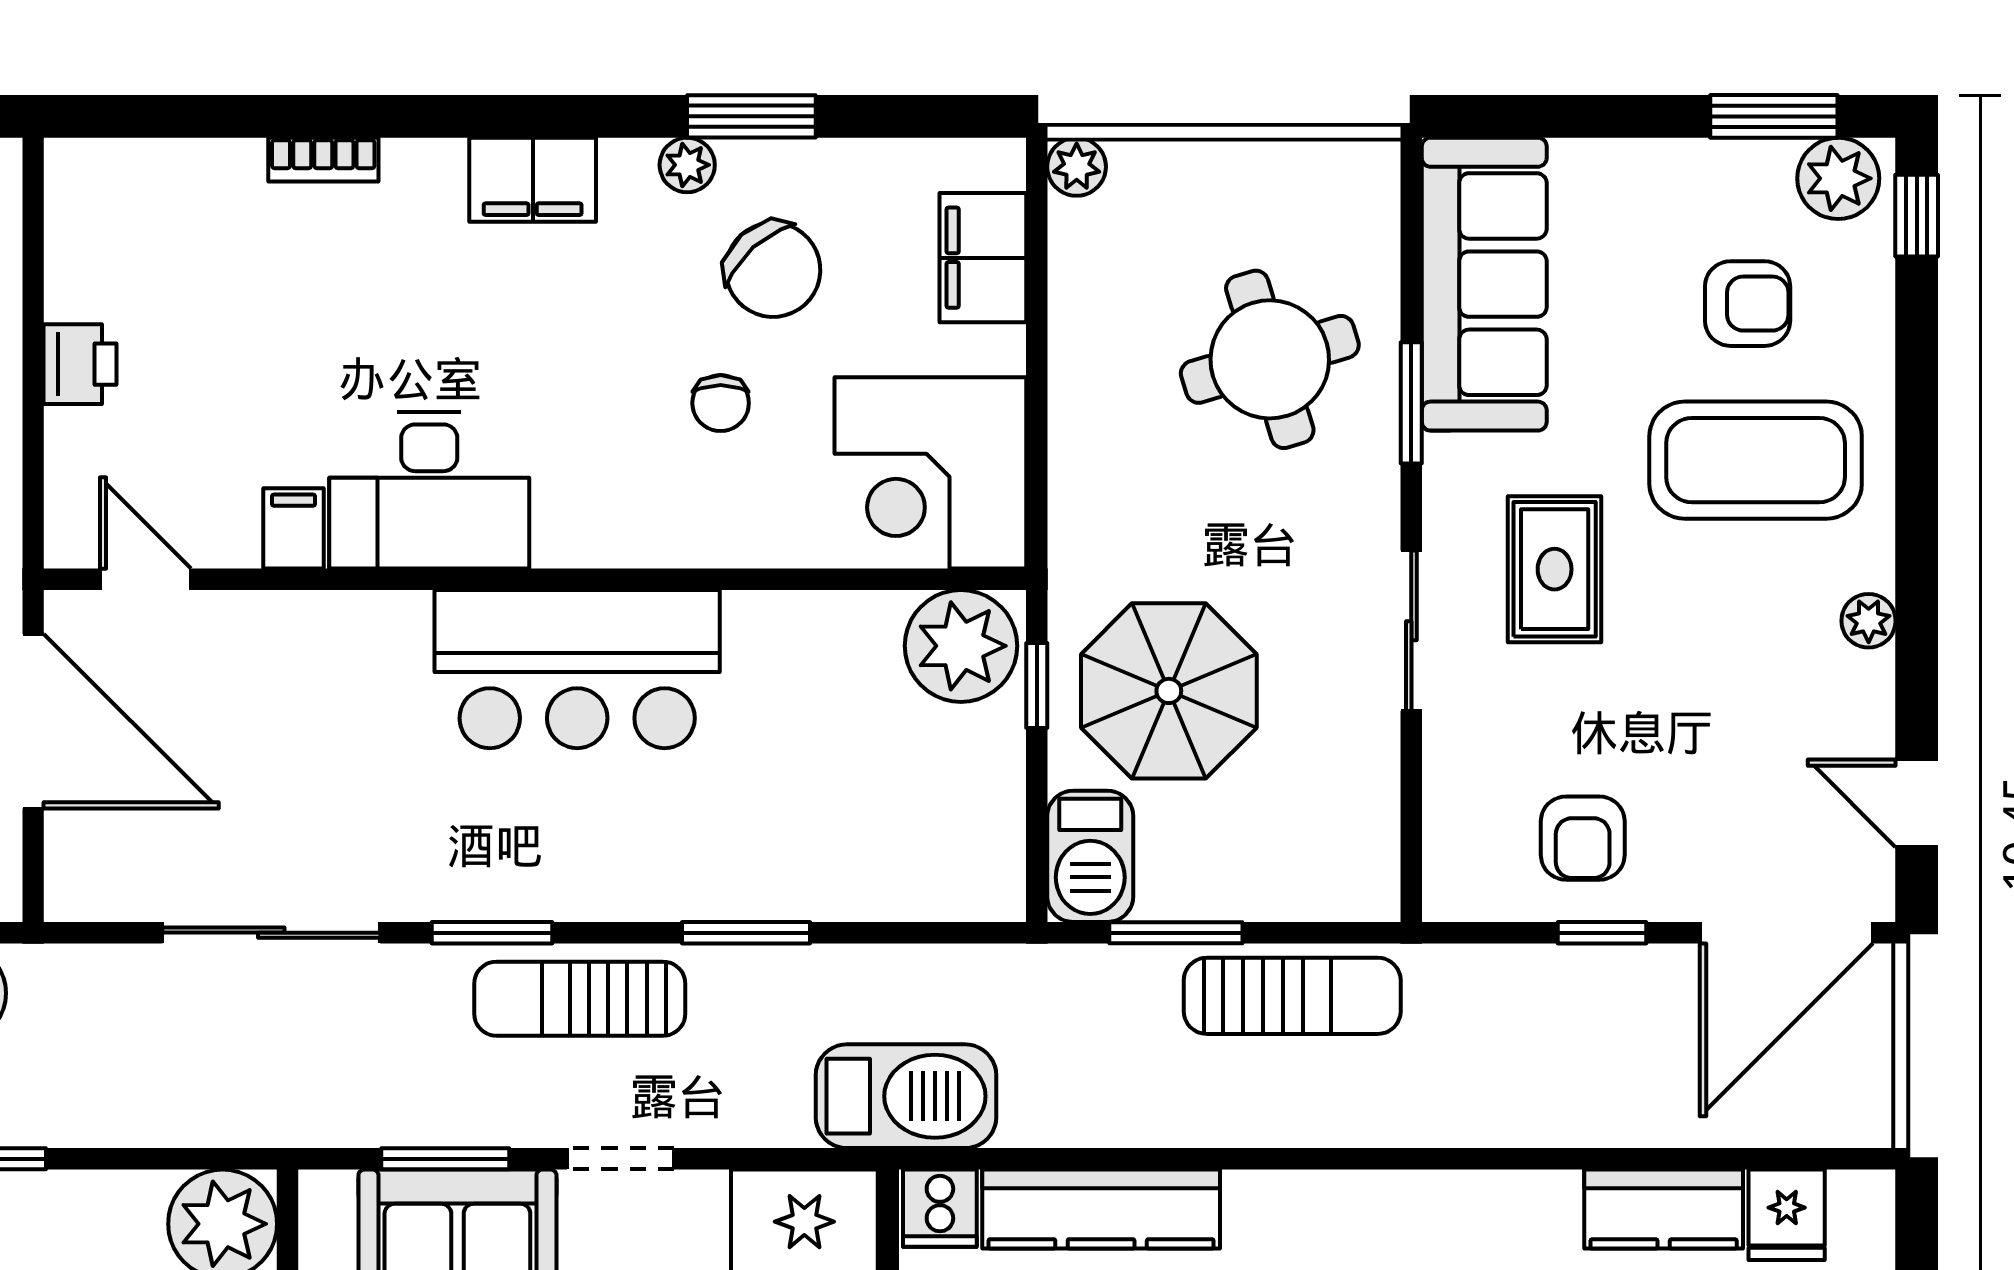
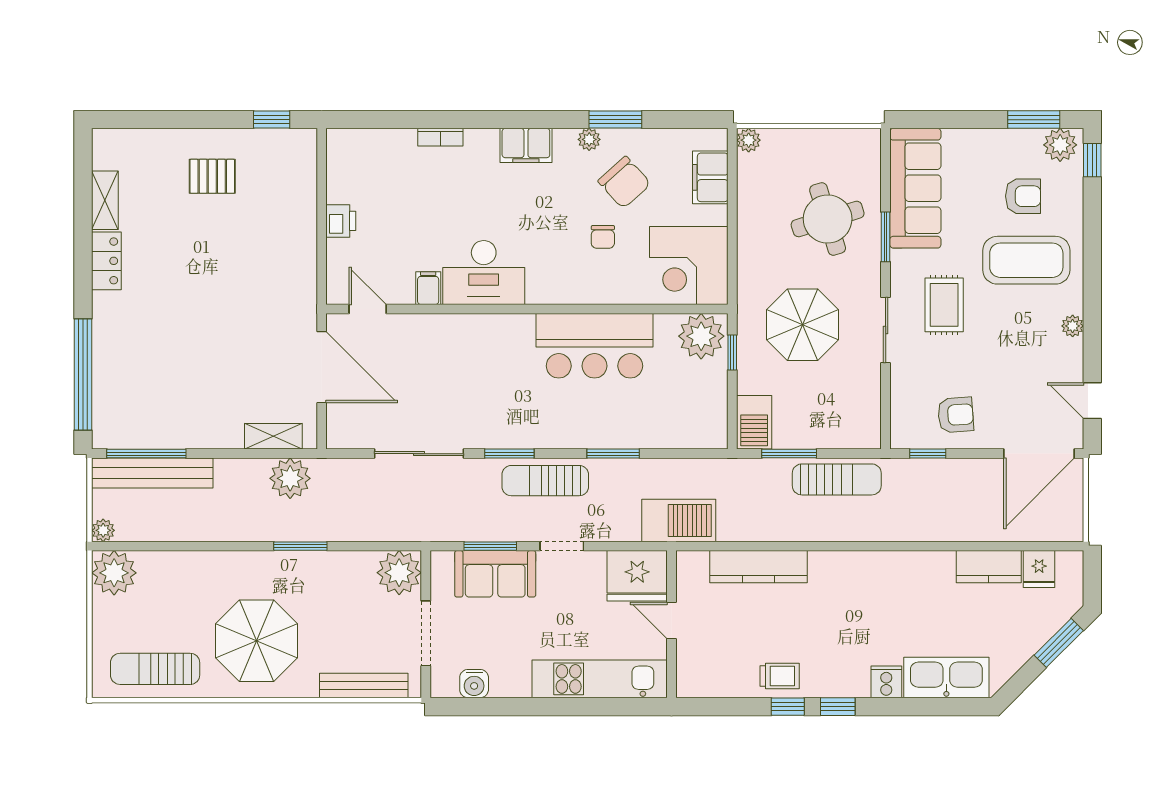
bar counter: (577, 669) -> (594, 346), moved
parasol: (1169, 691) -> (802, 325), moved
armchair: (1583, 838) -> (956, 415), turned -94
window: (1602, 933) -> (928, 454), moved
cooker: (940, 1208) -> (693, 566), removed

